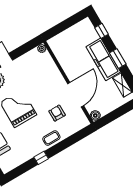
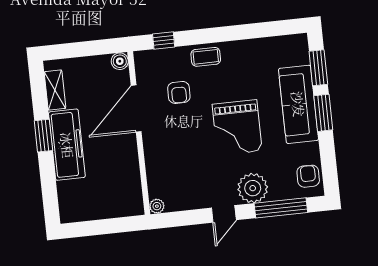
window: (102, 31) -> (49, 191), removed
window: (41, 158) -> (164, 40), moved

